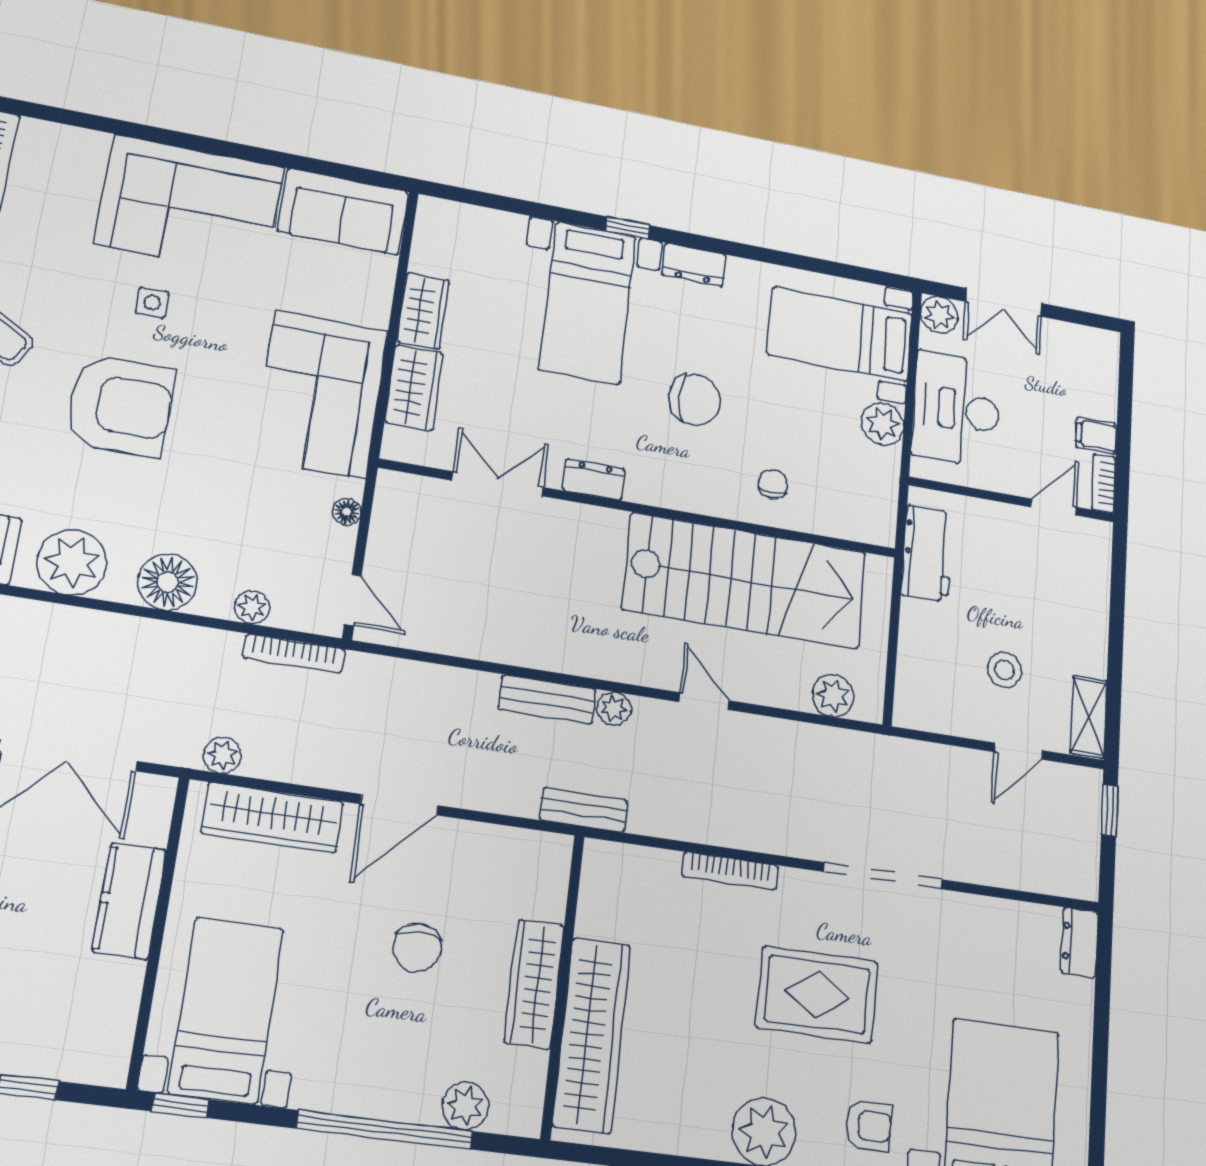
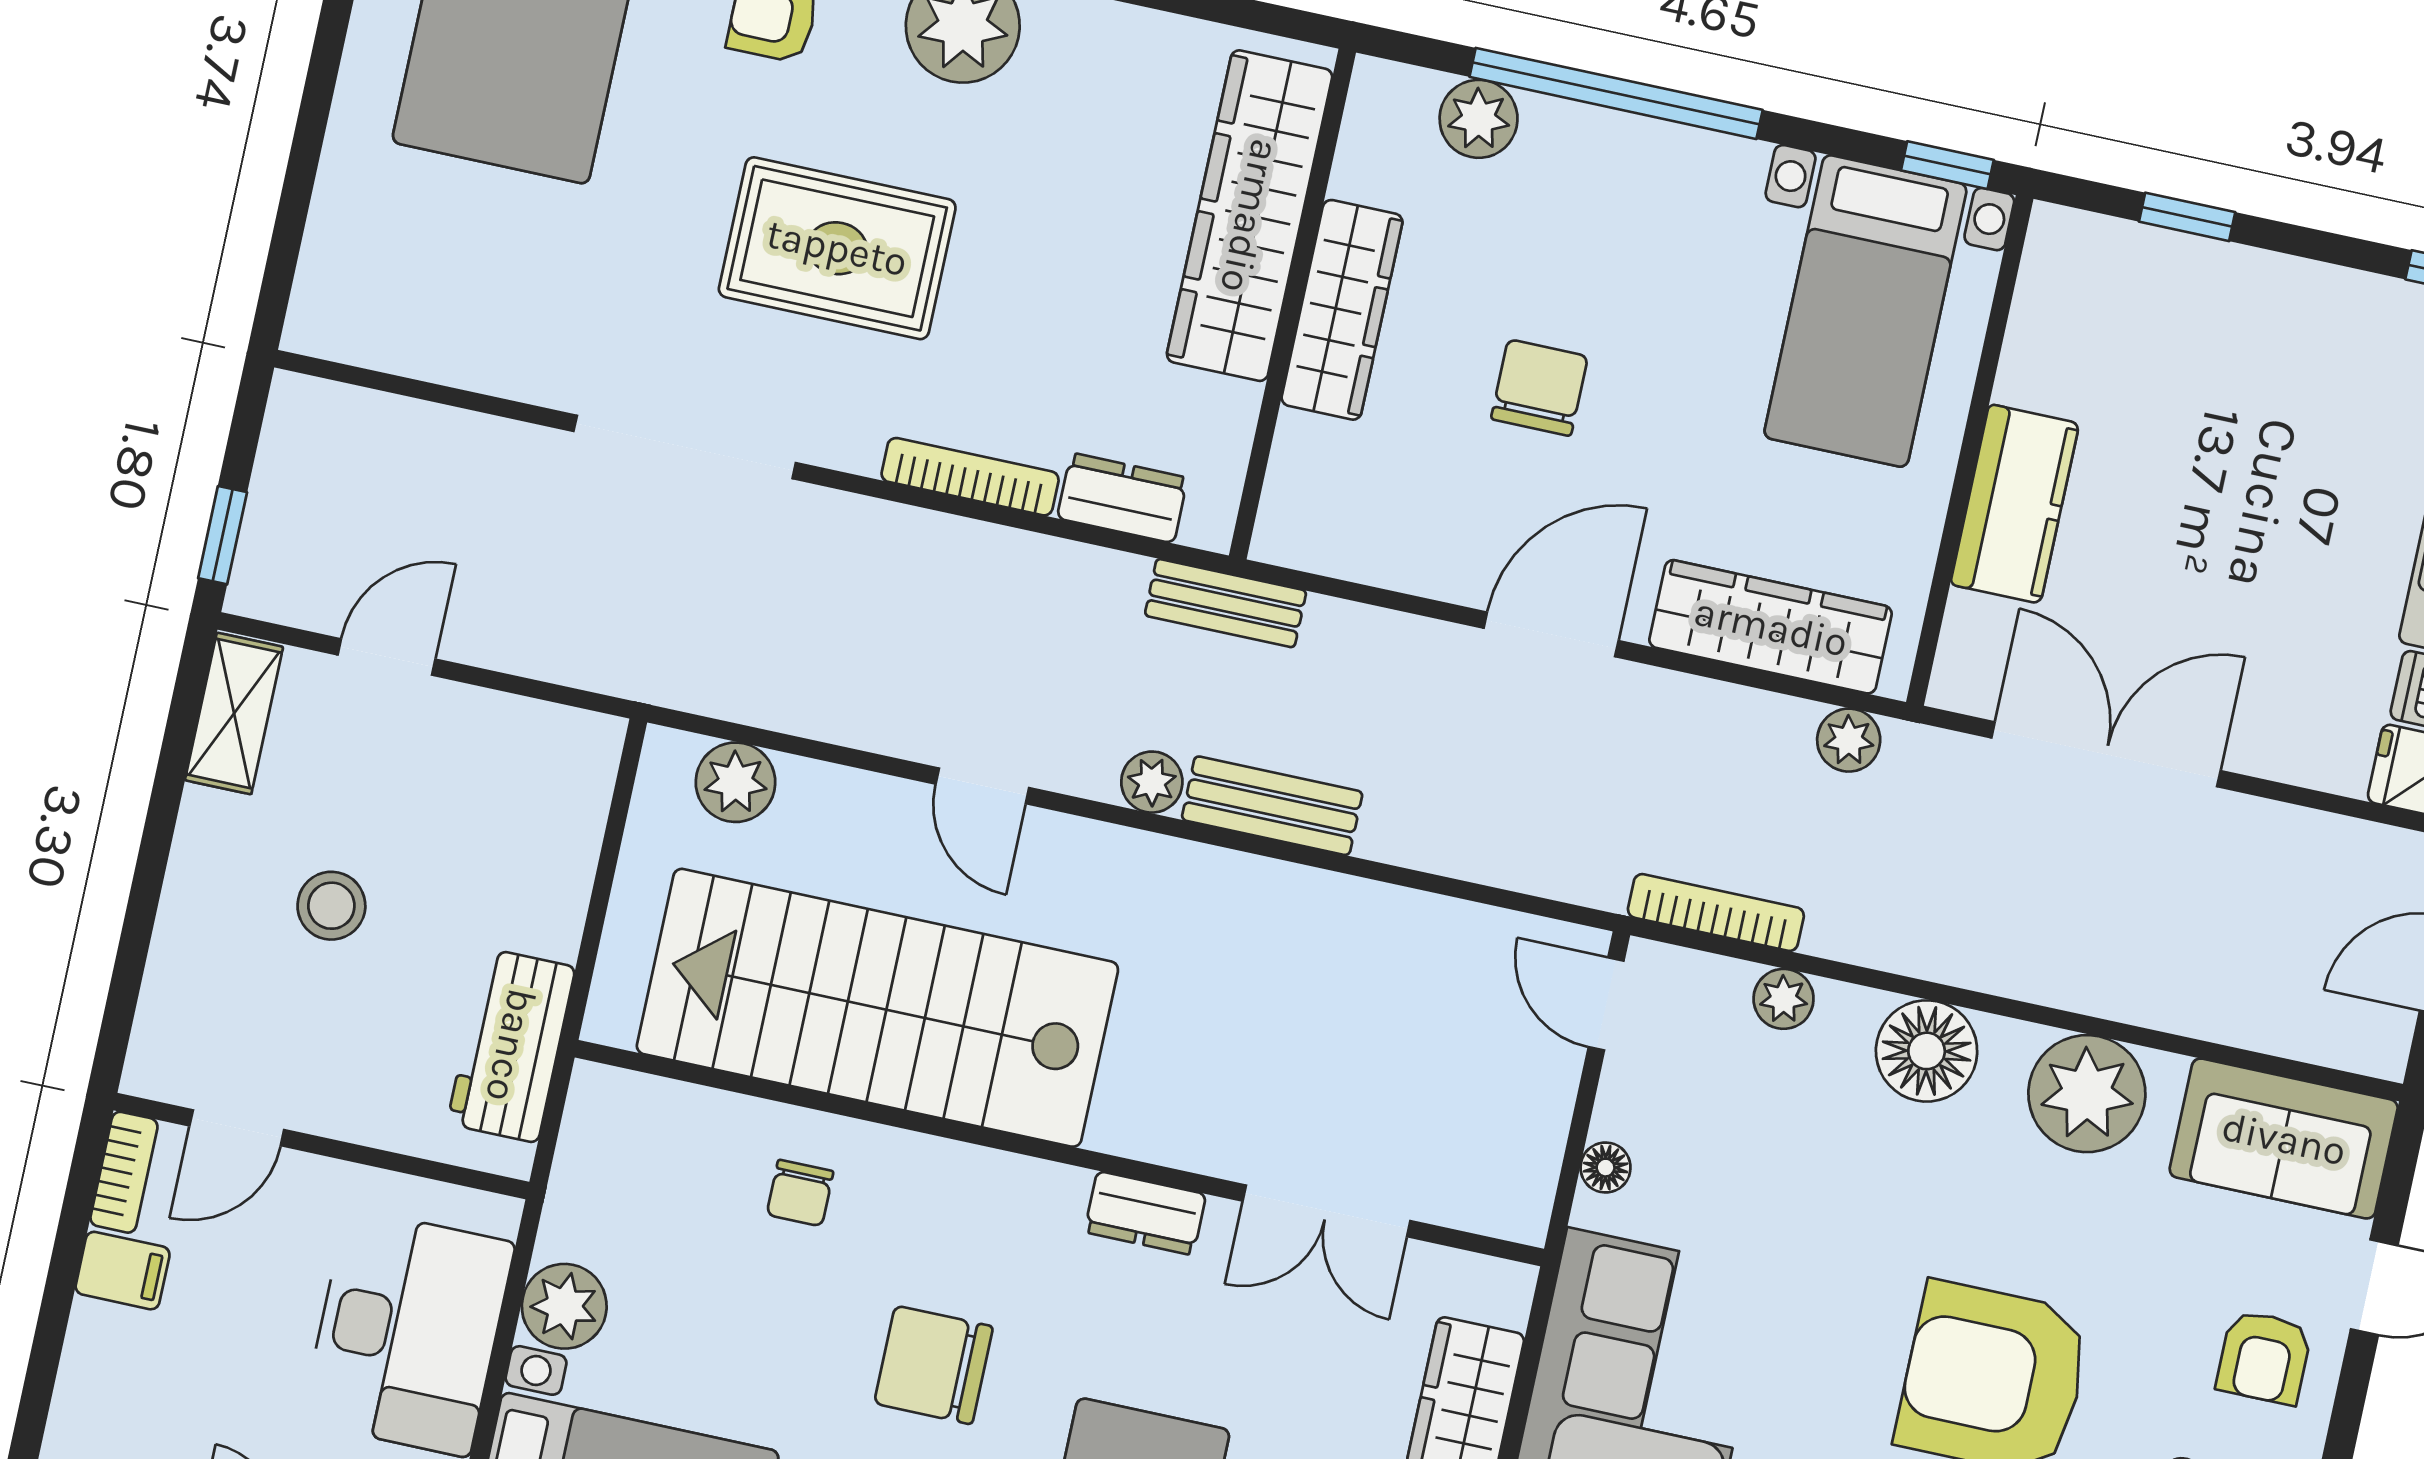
stool: (1005, 670) -> (331, 906), moved
dresser: (1080, 942) -> (1122, 498), moved, turned -90

